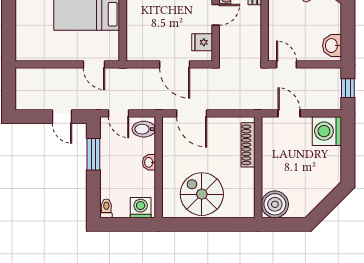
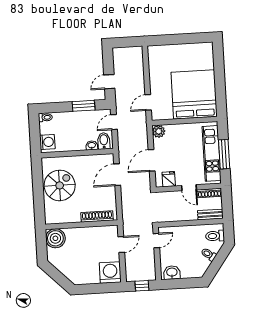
plant: (135, 52) -> (159, 131), added
washbasin: (149, 162) -> (92, 145), moved

